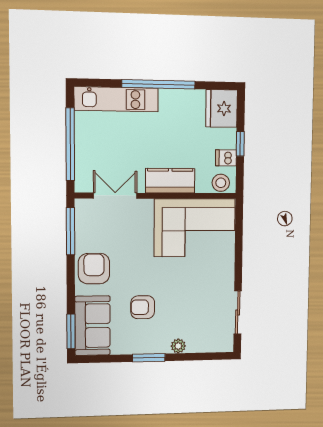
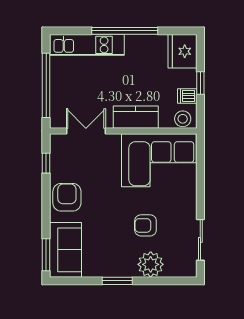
window: (71, 231) -> (46, 163), width x0.46
armchair: (143, 307) -> (145, 225), moved
plant: (178, 346) -> (151, 264), width x1.88, depth x1.88

